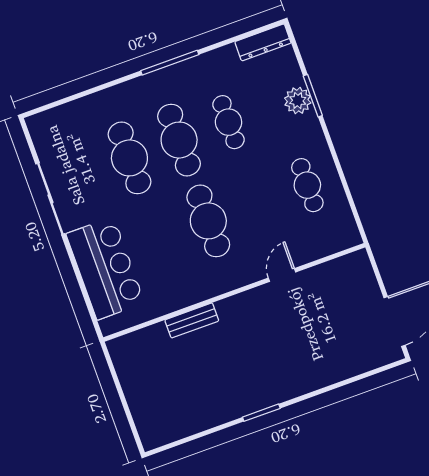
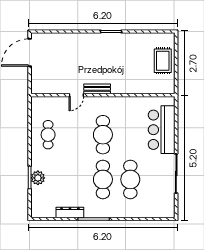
dresser: (263, 42) -> (70, 212), moved
cafe table: (229, 122) -> (75, 179), removed
bench: (192, 320) -> (97, 89), moved
rug: (148, 394) -> (163, 61), added

